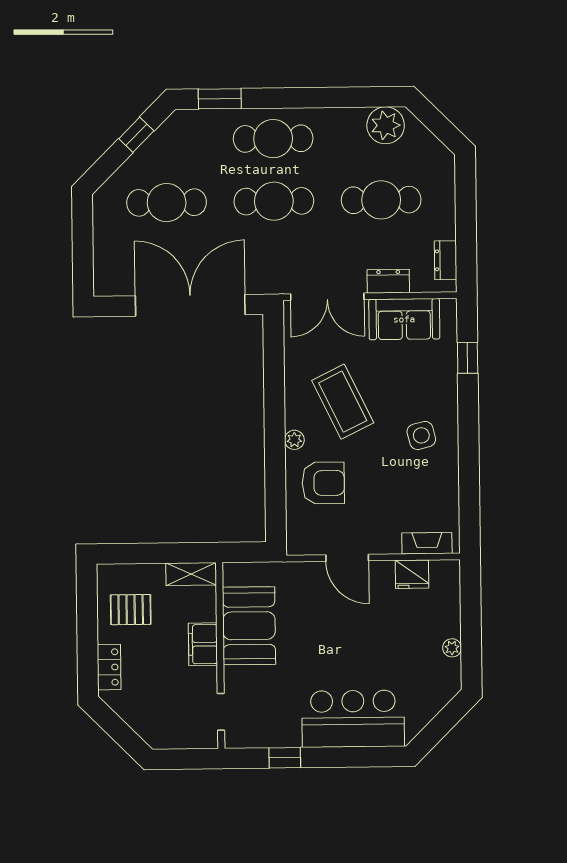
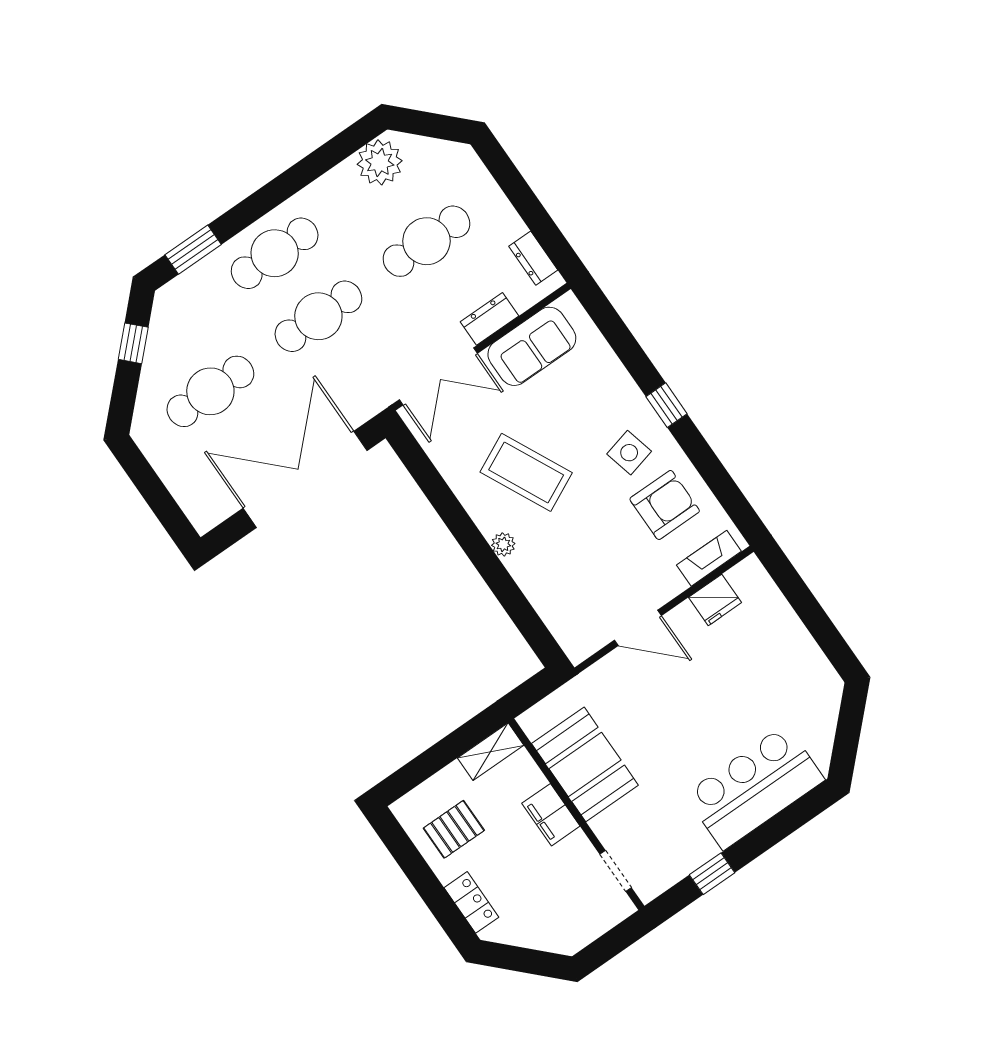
window: (468, 358) -> (667, 405), moved
armchair: (323, 483) -> (665, 505), moved
plant: (452, 648) -> (806, 647), removed

